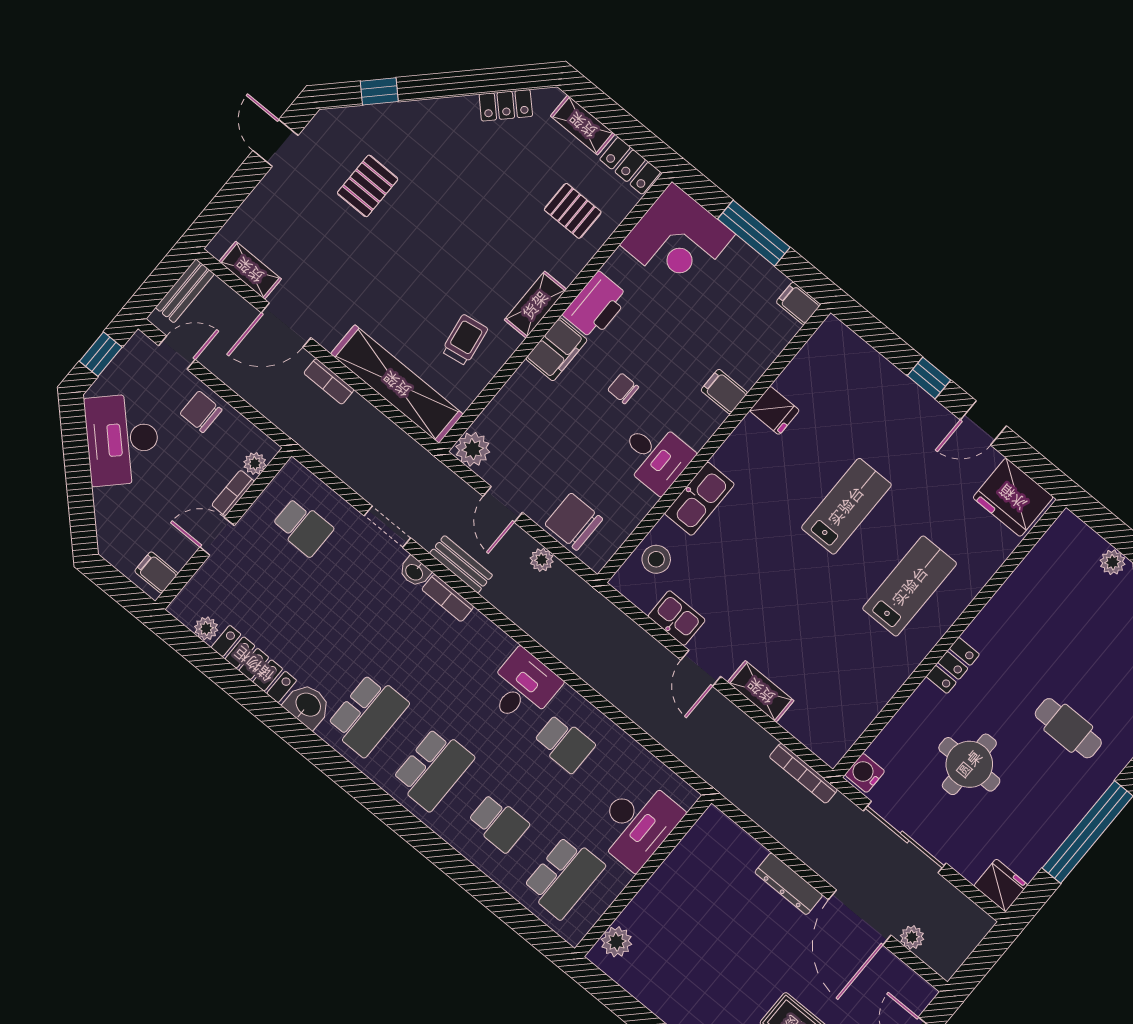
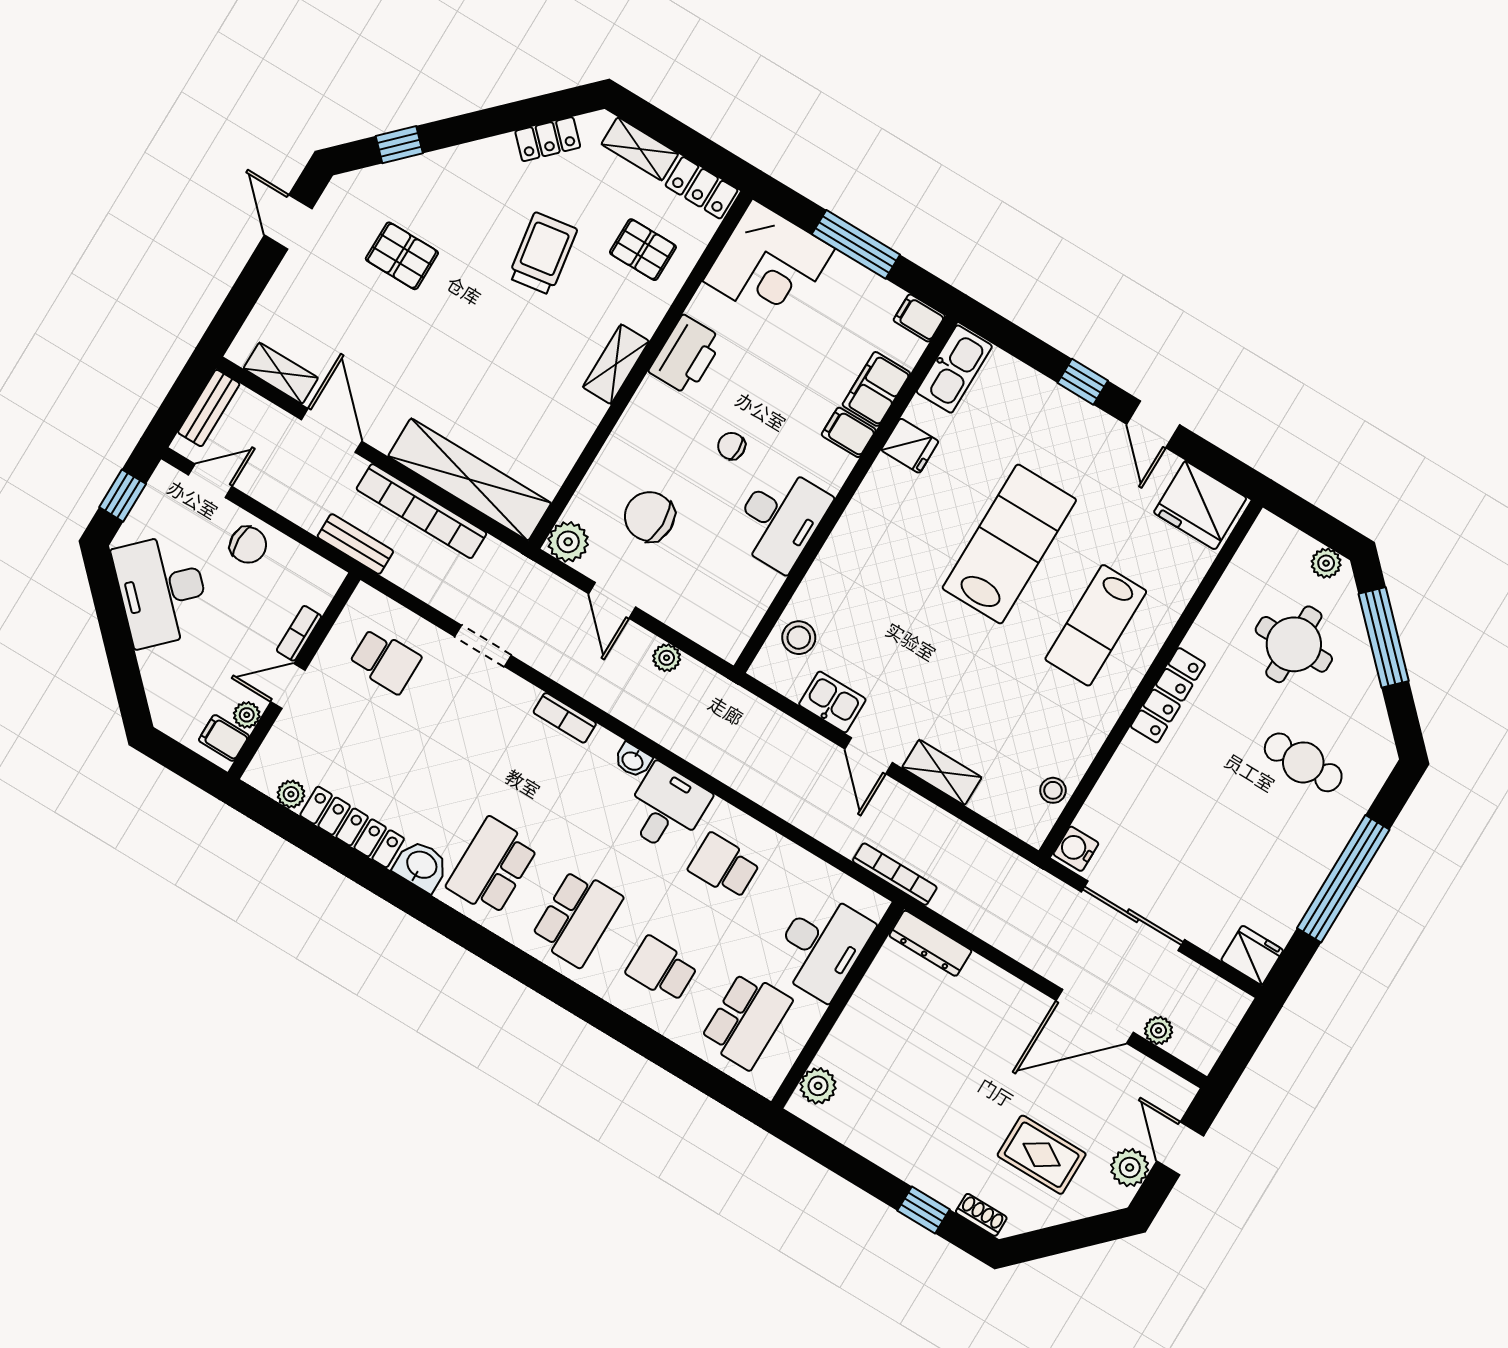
pallet: (368, 186) -> (402, 256), turned 90
door: (286, 325) -> (332, 430), swing flipped
trolley: (465, 340) -> (543, 253), moved, width x1.36, depth x1.39
filing cabinet: (556, 349) -> (876, 389), moved, turned 180
bookcase: (329, 381) -> (421, 511), width x2.31, depth x1.31
chair: (201, 412) -> (248, 545), turned 180
door: (983, 423) -> (1153, 424), hinge flipped
desk: (655, 456) -> (780, 519), width x1.37
plant: (255, 463) -> (247, 715), moved
kitchen sink: (699, 499) -> (954, 369), moved
lab bench: (846, 506) -> (1009, 544), width x1.36, depth x1.39
chair: (574, 522) -> (650, 517), moved
bench: (461, 564) -> (355, 544), moved
washbasin: (415, 572) -> (633, 760), moved
lab bench: (910, 586) -> (1096, 625), turned 180
locker: (953, 665) -> (1168, 695), width x1.53
school desk: (368, 715) -> (492, 866), turned 180
stool: (853, 721) -> (1053, 790), added
school desk: (564, 744) -> (724, 866), turned 180
round table: (969, 764) -> (1294, 644), moved
bookcase: (803, 773) -> (895, 874), moved, turned 180
school desk: (498, 823) -> (662, 969), turned 180
dresser: (789, 884) -> (930, 943), moved
door: (860, 917) -> (1095, 1016), hinge flipped

